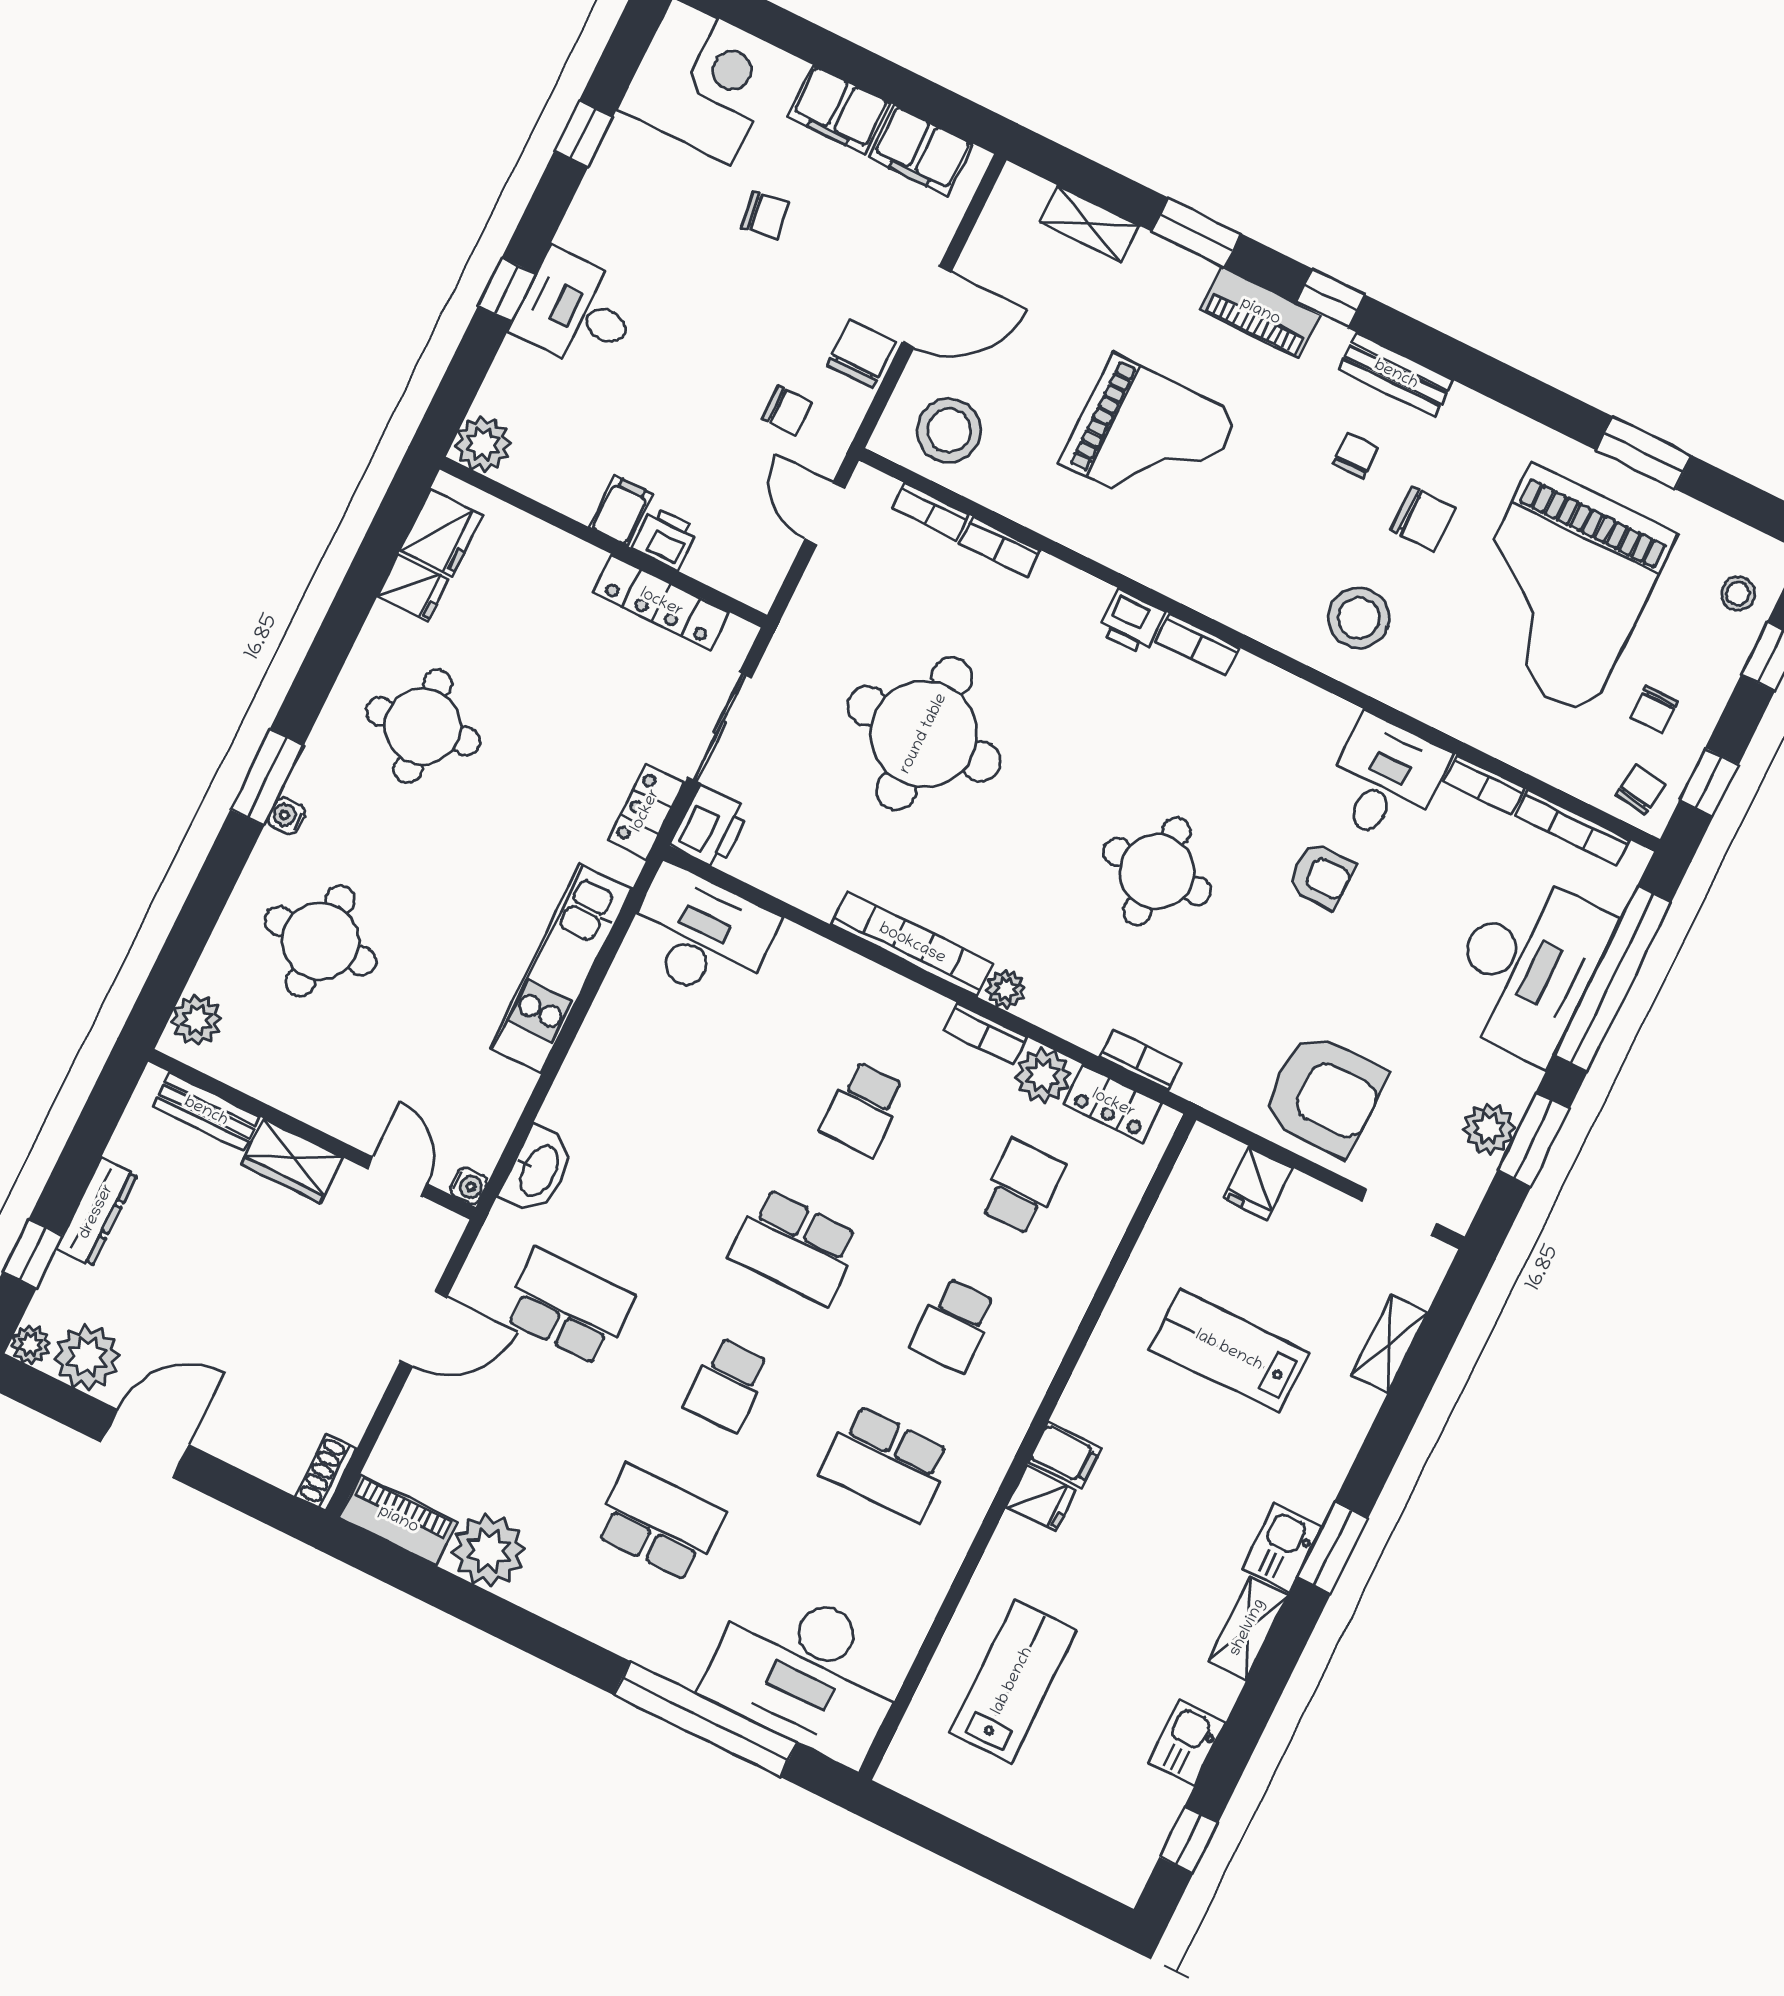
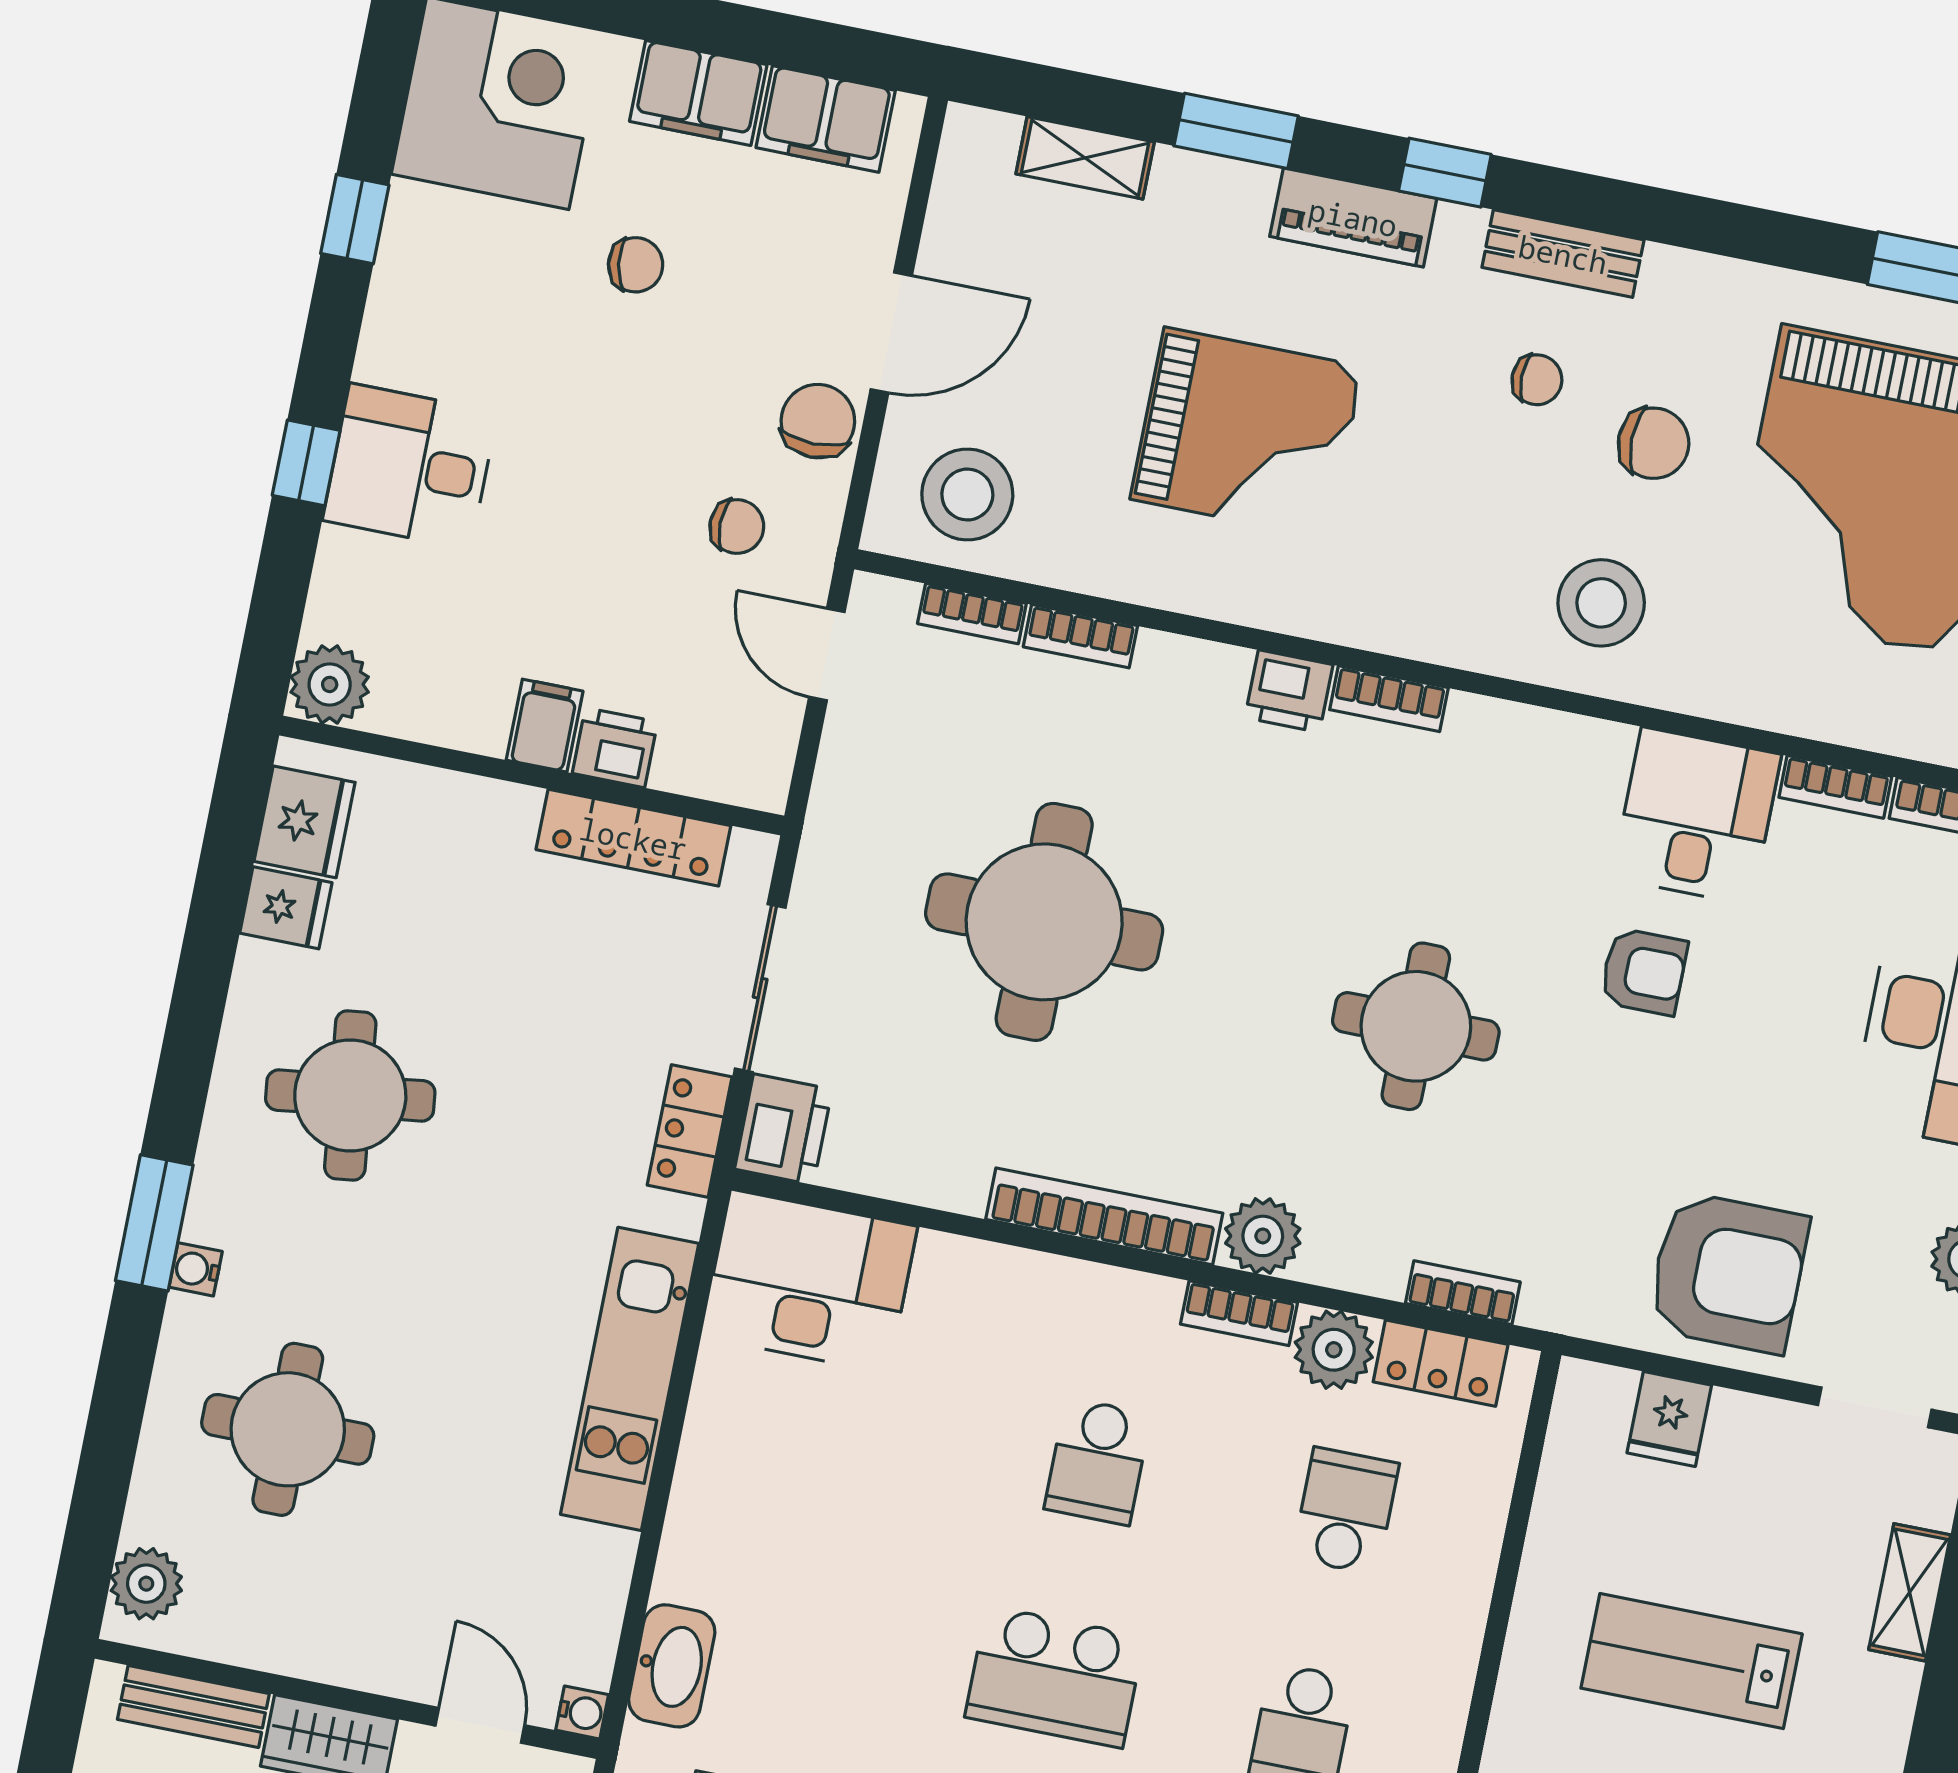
chair: (1355, 455) -> (1537, 380), turned 90
plant: (1006, 989) -> (1263, 1236), width x1.38, depth x1.38

